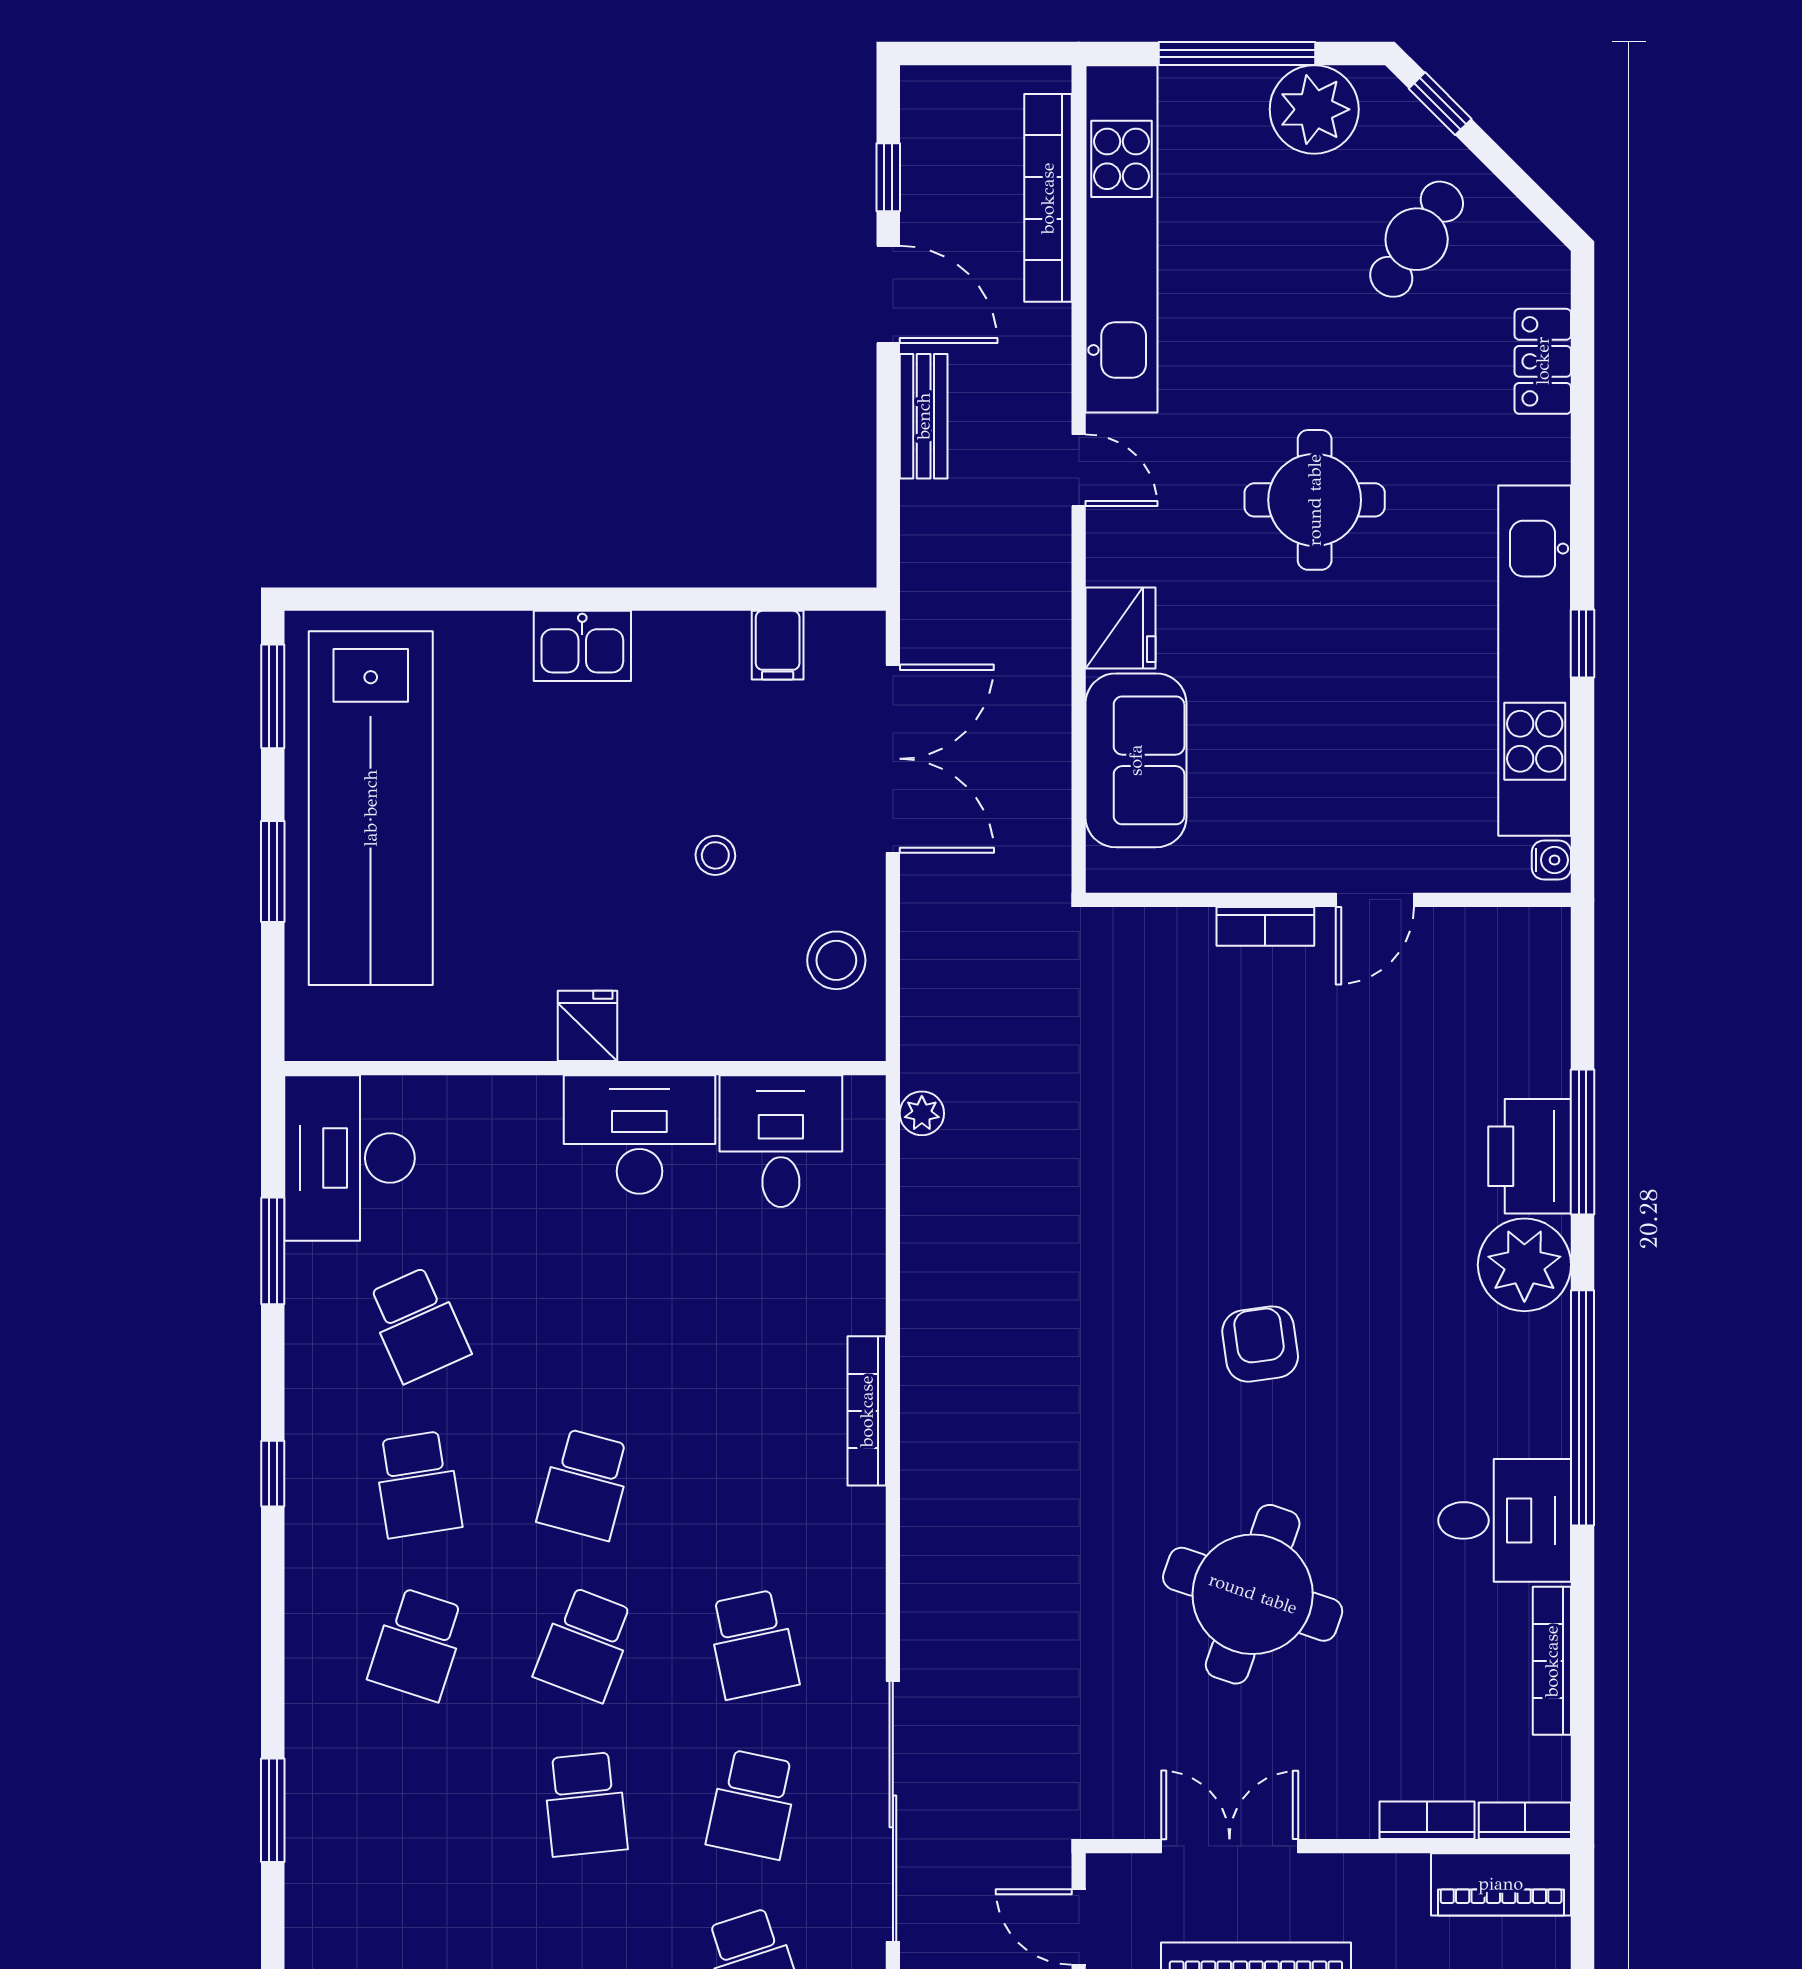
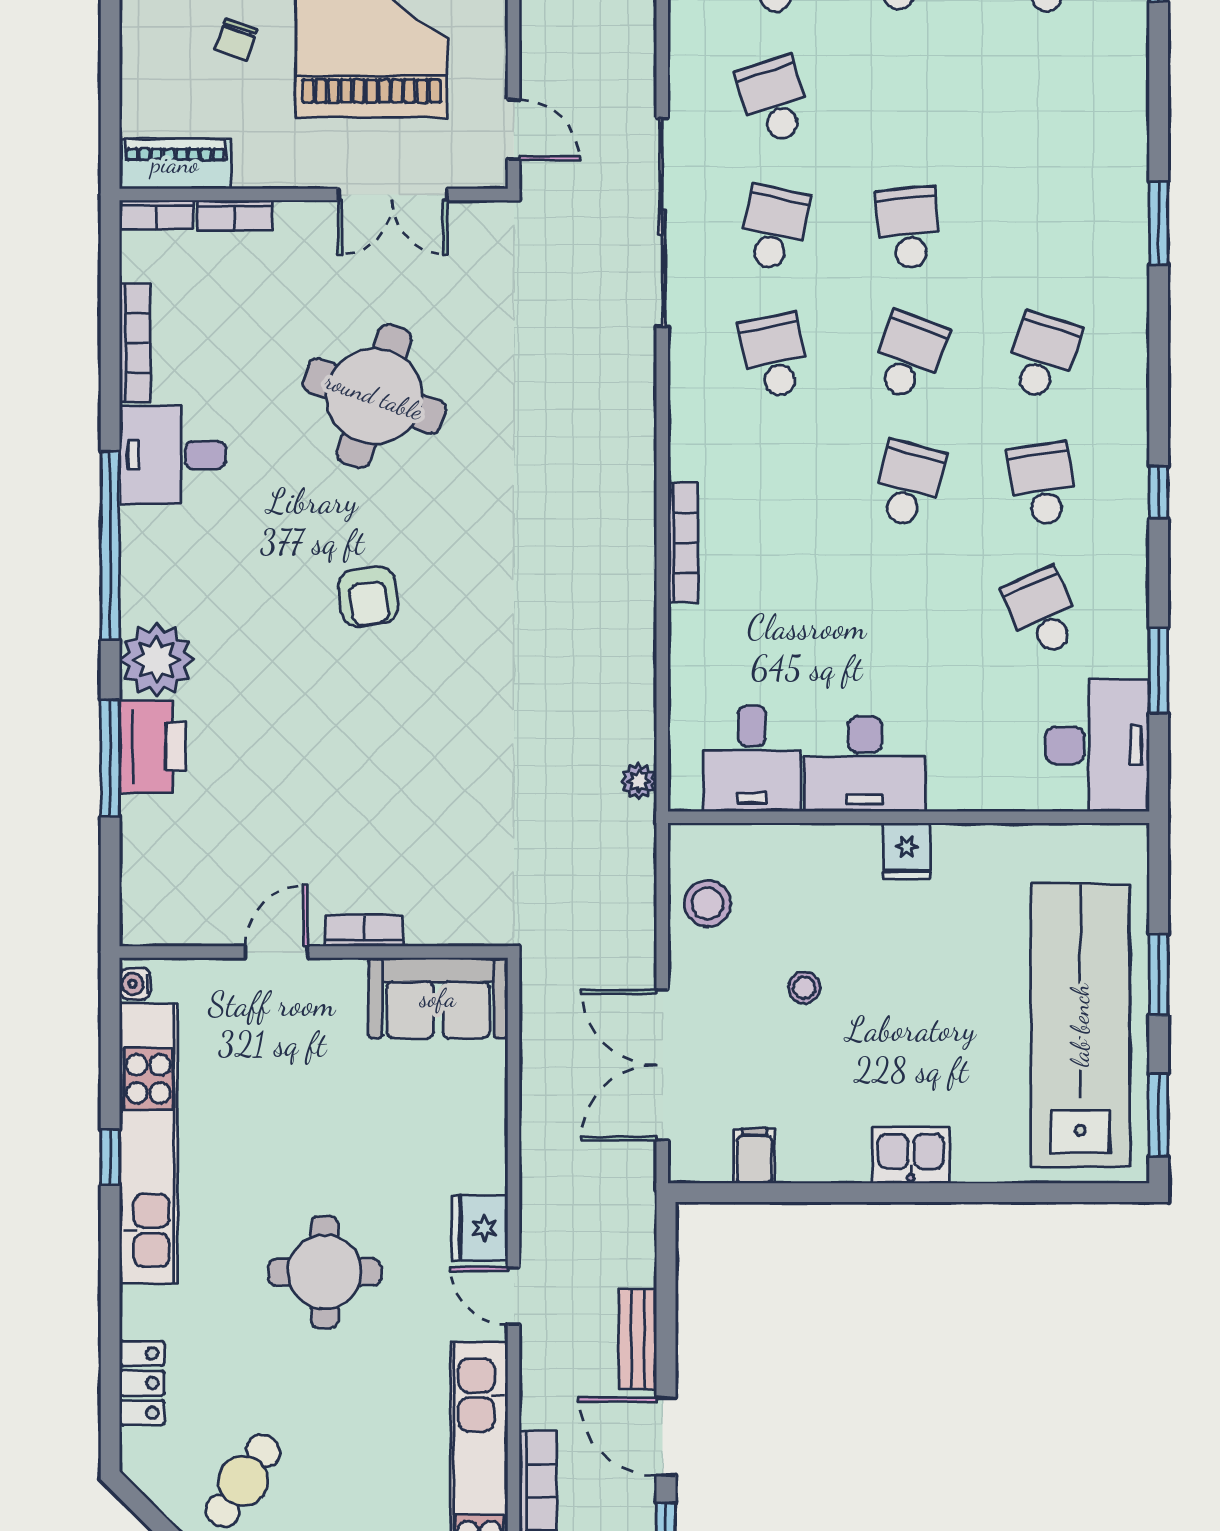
fridge: (1121, 628) -> (480, 1228), moved
sofa: (1136, 760) -> (438, 998), moved, turned -90

